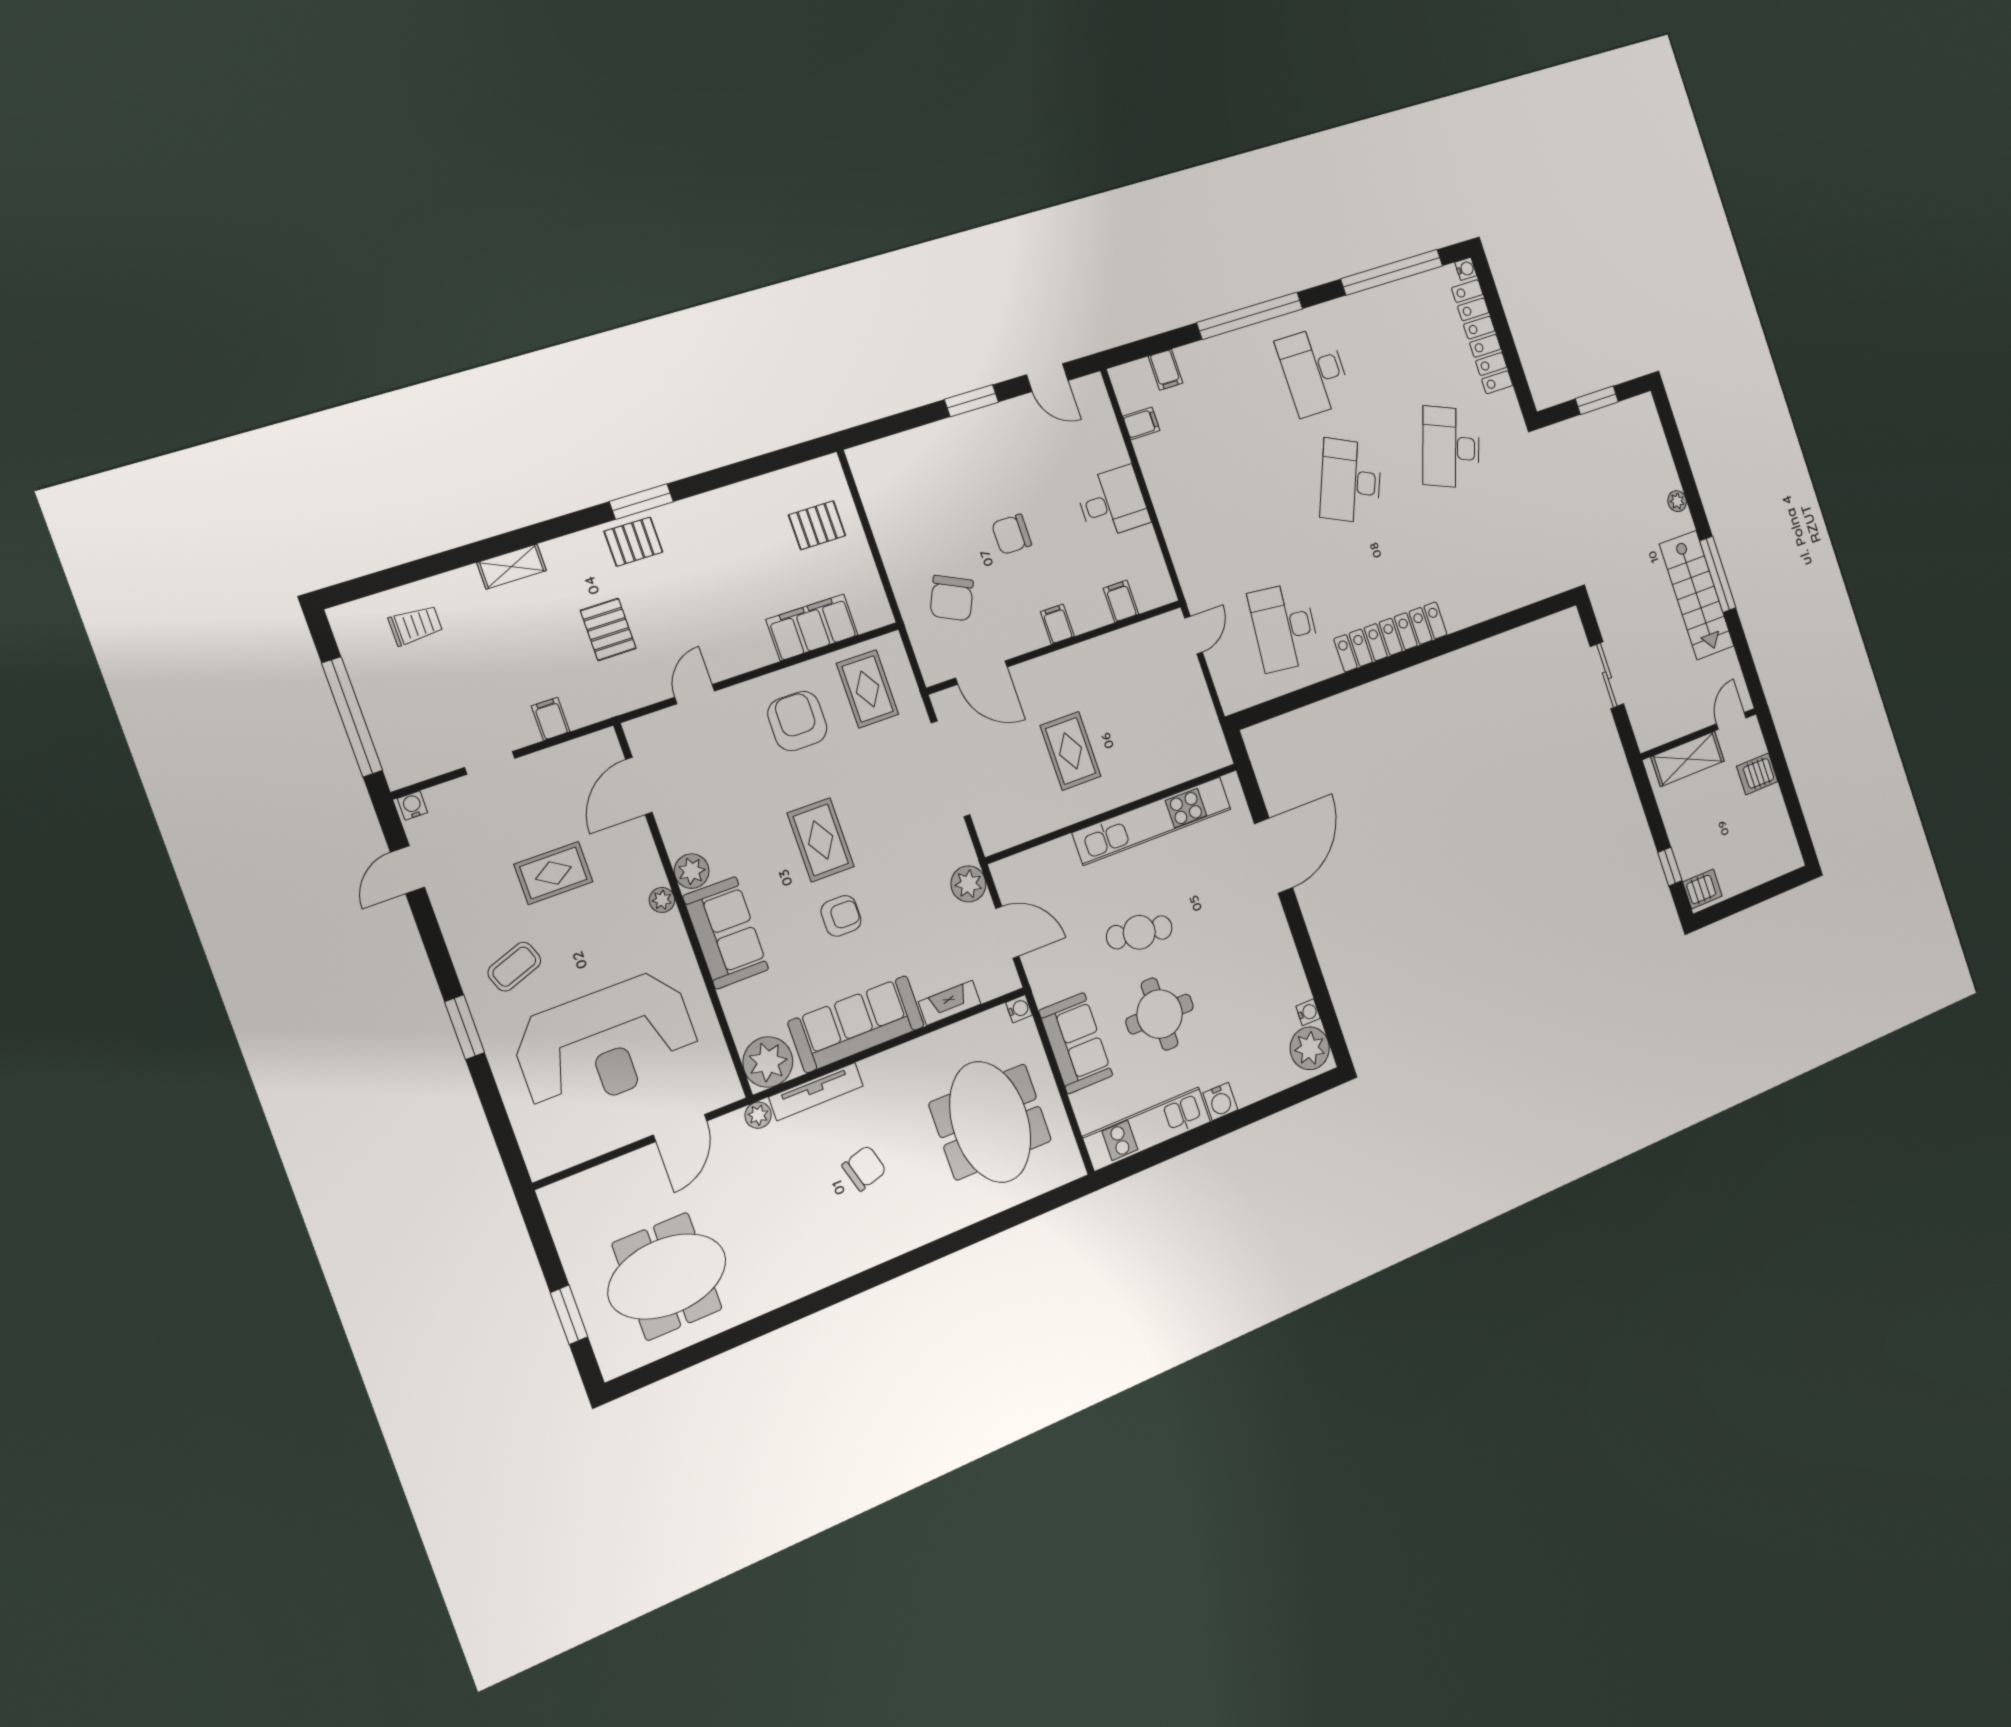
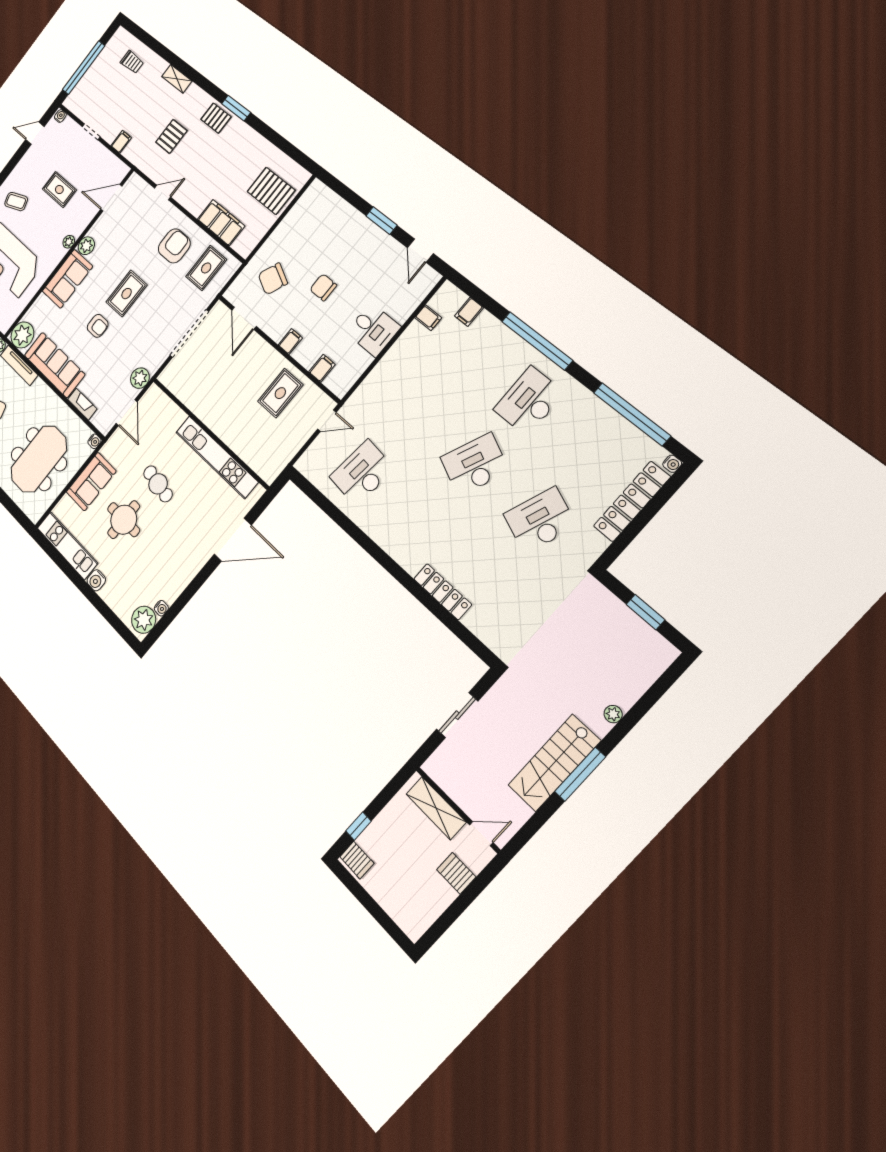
pallet: (817, 525) -> (271, 191), width x1.50, depth x1.42
locker: (1391, 637) -> (443, 592), moved, width x0.71, depth x0.83
rug: (1071, 751) -> (280, 393), moved

